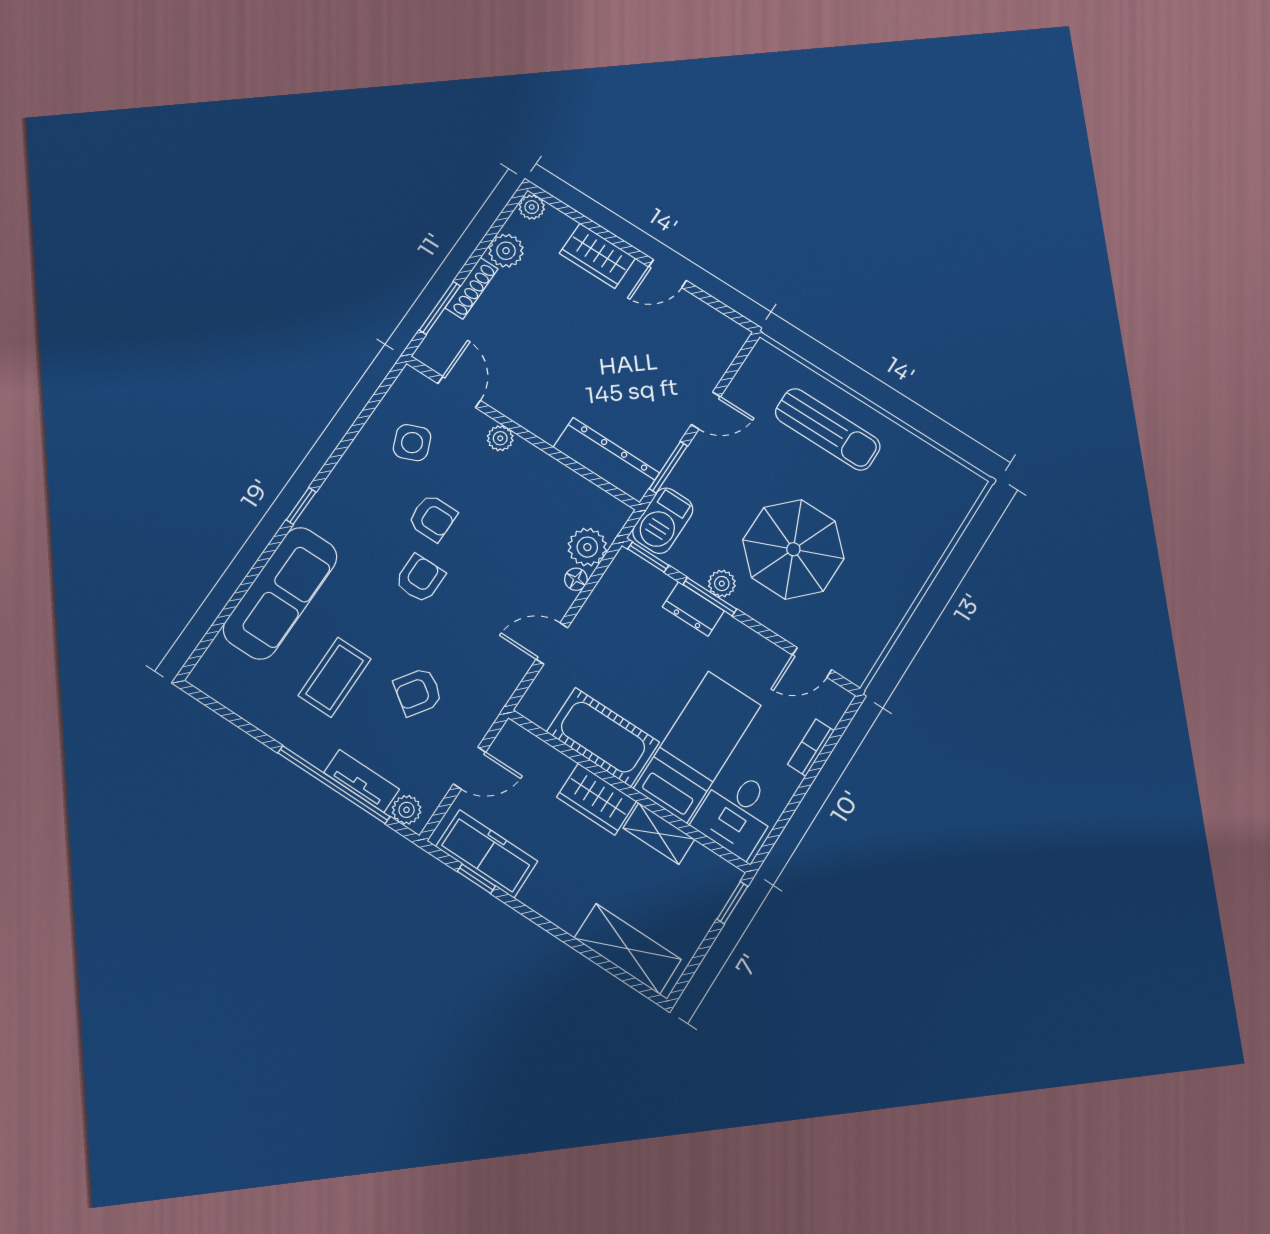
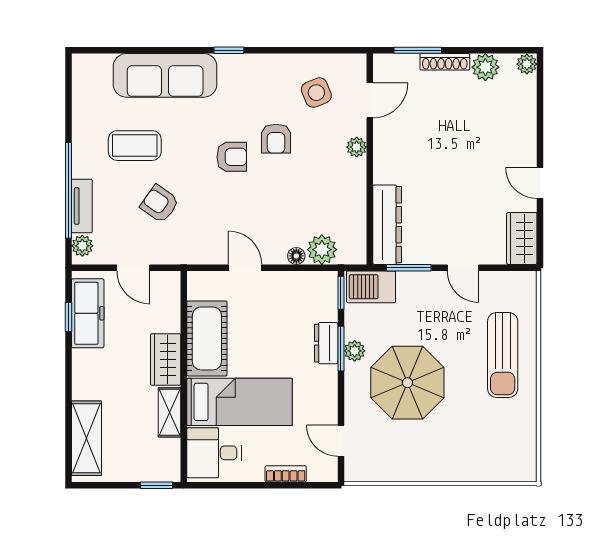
wardrobe: (597, 256) -> (522, 238), moved

